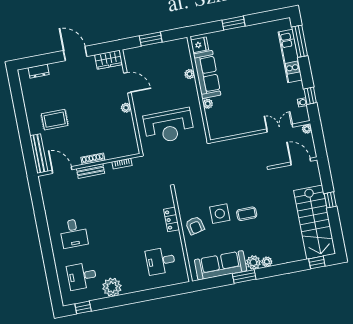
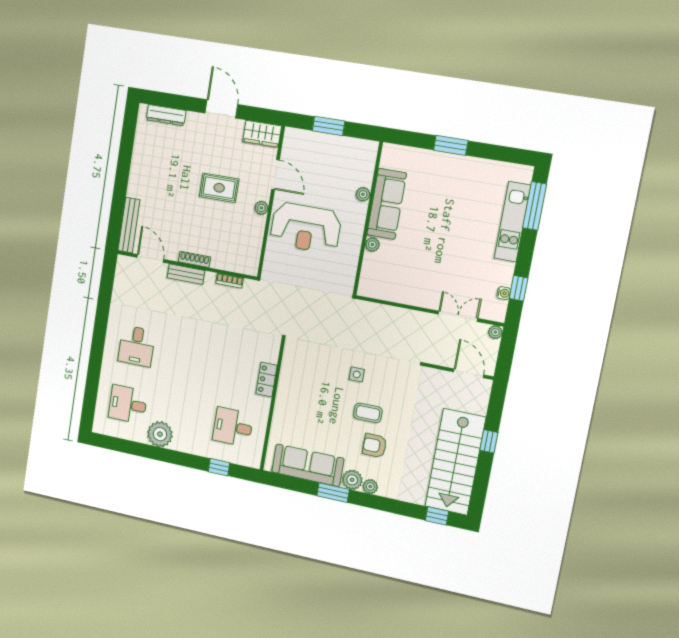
fridge: (200, 45) -> (392, 159), removed
dresser: (39, 71) -> (166, 115), width x1.44
rug: (55, 120) -> (219, 188), moved
reception desk: (169, 126) -> (306, 228), moved
side table: (220, 214) -> (357, 374), moved, width x0.54, depth x0.54
armchair: (195, 226) -> (375, 446), moved, turned 103
window: (83, 307) -> (219, 467), moved

